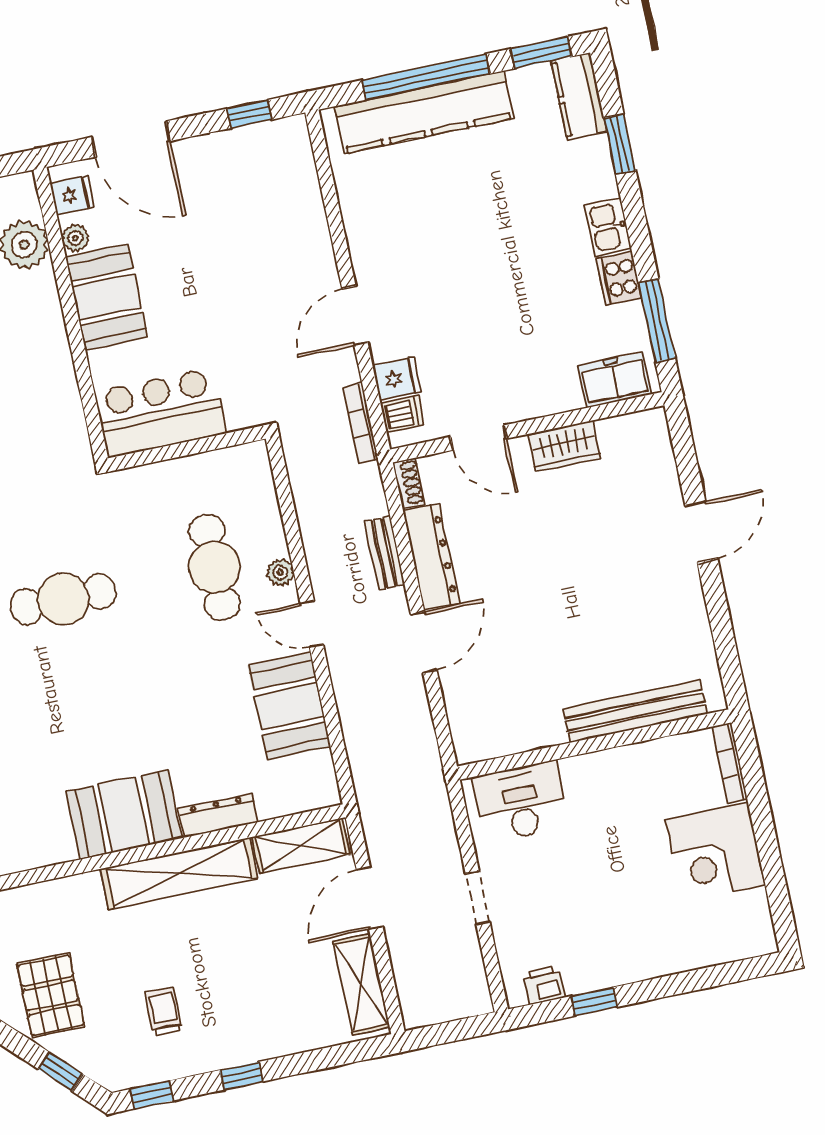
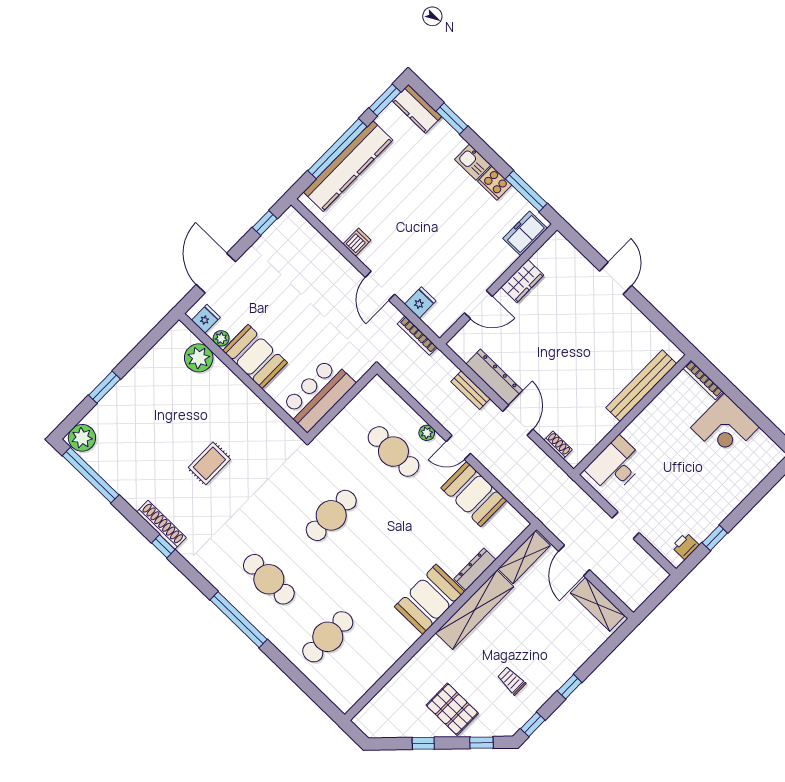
door: (131, 139) -> (216, 273), swing flipped
dishwasher: (402, 414) -> (357, 242), moved
shoe rack: (409, 483) -> (558, 445), moved

